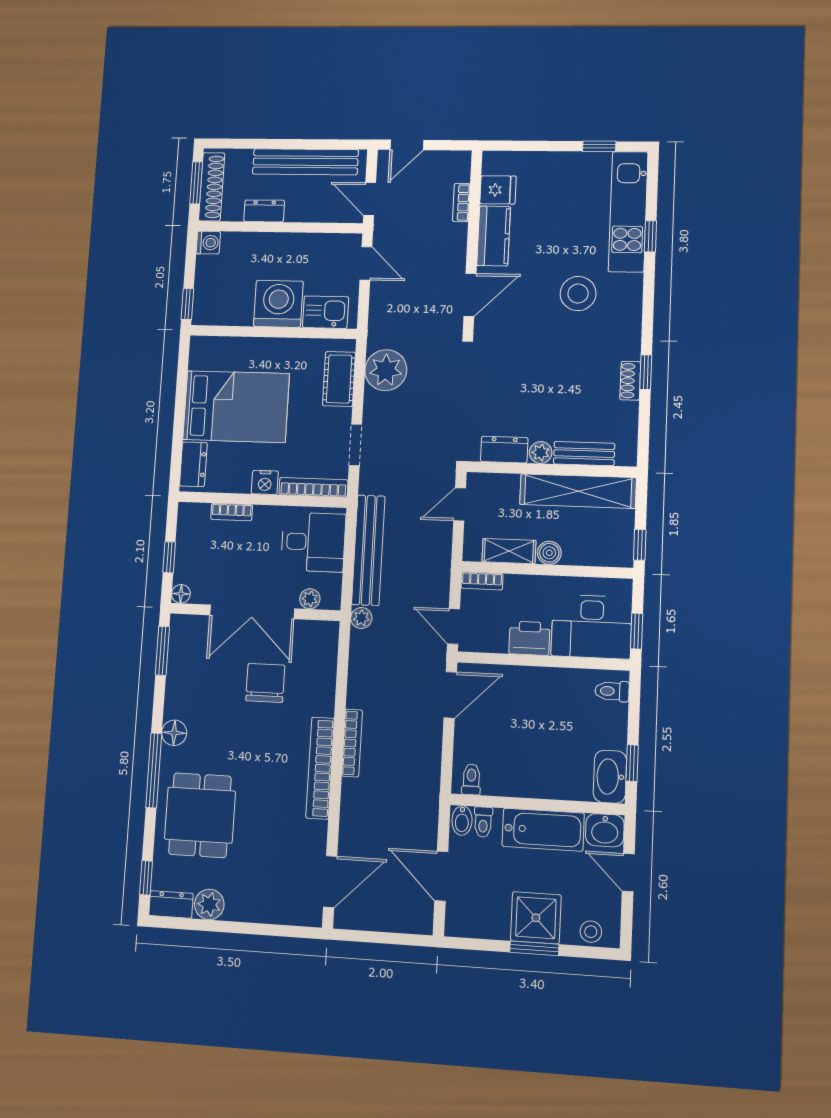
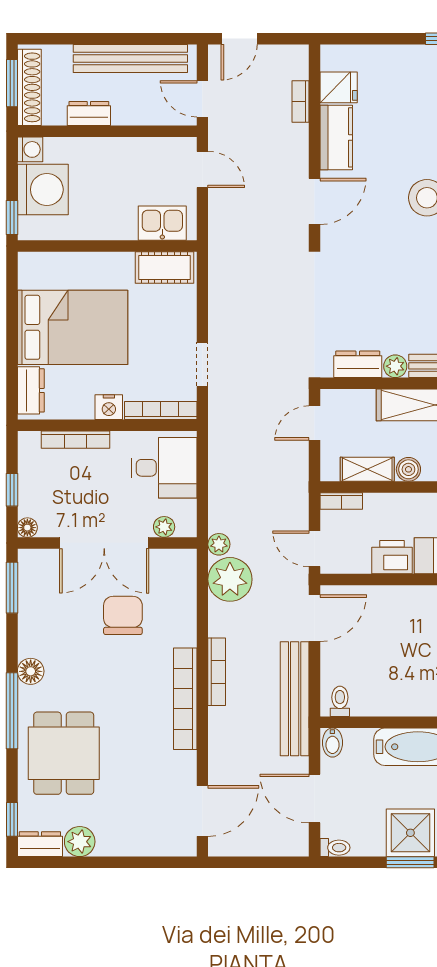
washing machine: (278, 304) -> (43, 190), moved, turned 90
plant: (386, 370) -> (230, 579), moved
cot: (339, 379) -> (165, 268), moved, turned 90
bookcase: (232, 512) -> (75, 440), width x1.56
bench: (368, 550) -> (295, 699), moved
toilet: (483, 822) -> (335, 848), moved, turned -90

